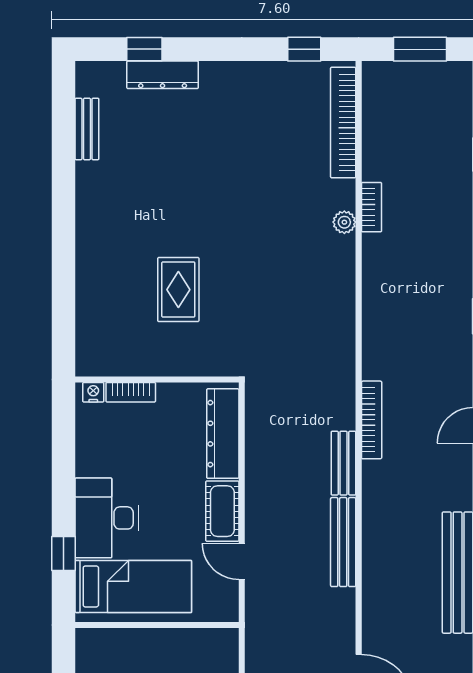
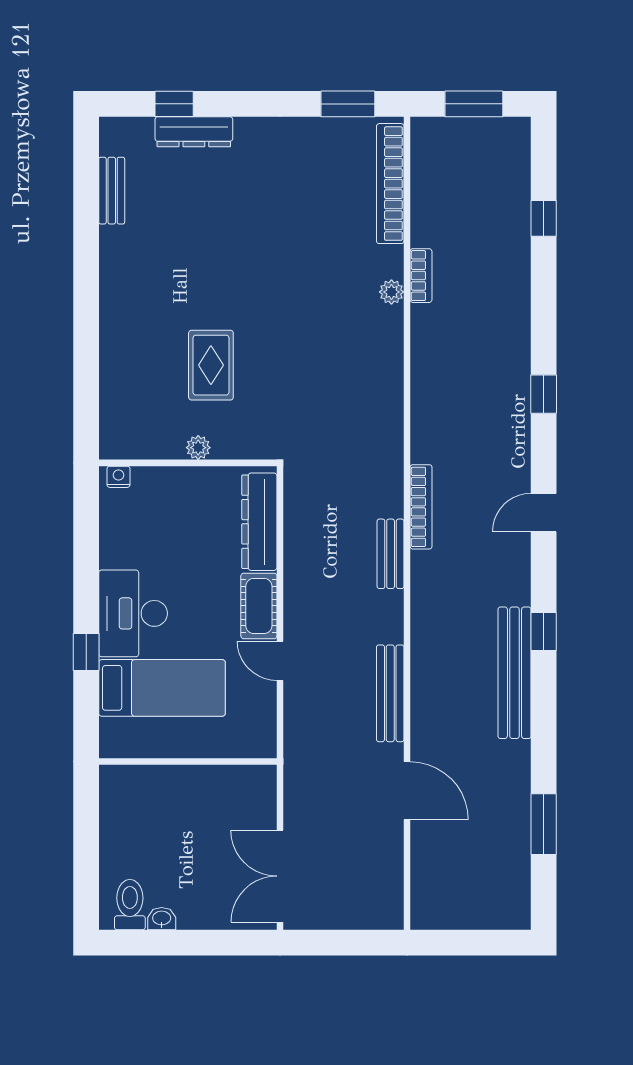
window: (304, 49) -> (348, 104), width x1.50
plant: (167, 365) -> (198, 448), added
bookcase: (131, 392) -> (159, 477), removed
bench: (343, 542) -> (390, 693), moved
wall: (157, 625) -> (188, 761), moved

